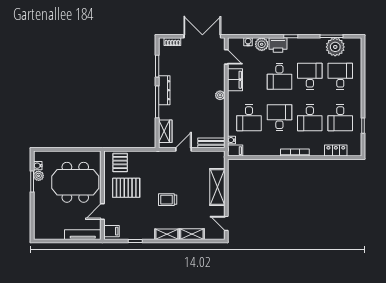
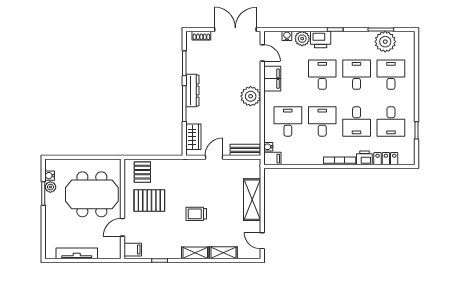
desk: (279, 76) -> (322, 75), turned 180
plant: (220, 95) -> (251, 96), width x1.88, depth x1.88
desk: (249, 118) -> (288, 121), turned 180
printer: (317, 150) -> (364, 158), added
tv unit: (83, 235) -> (77, 253), moved

